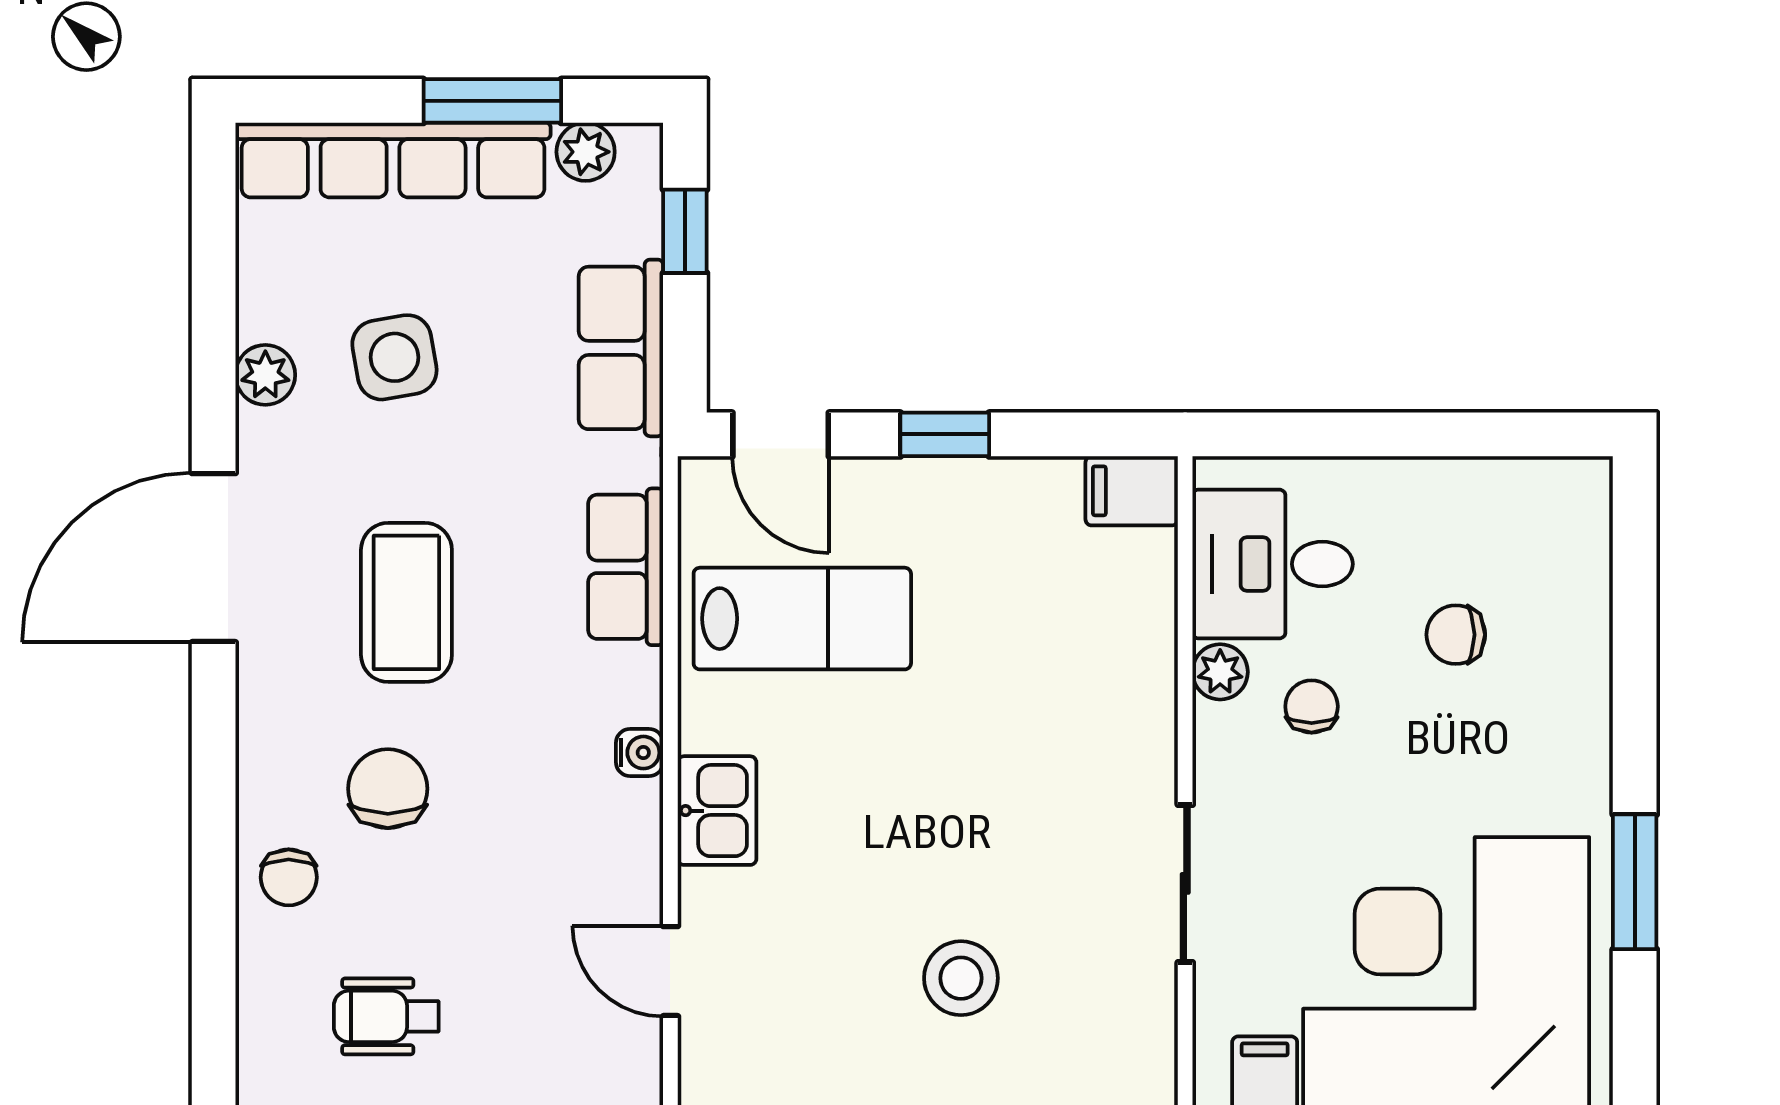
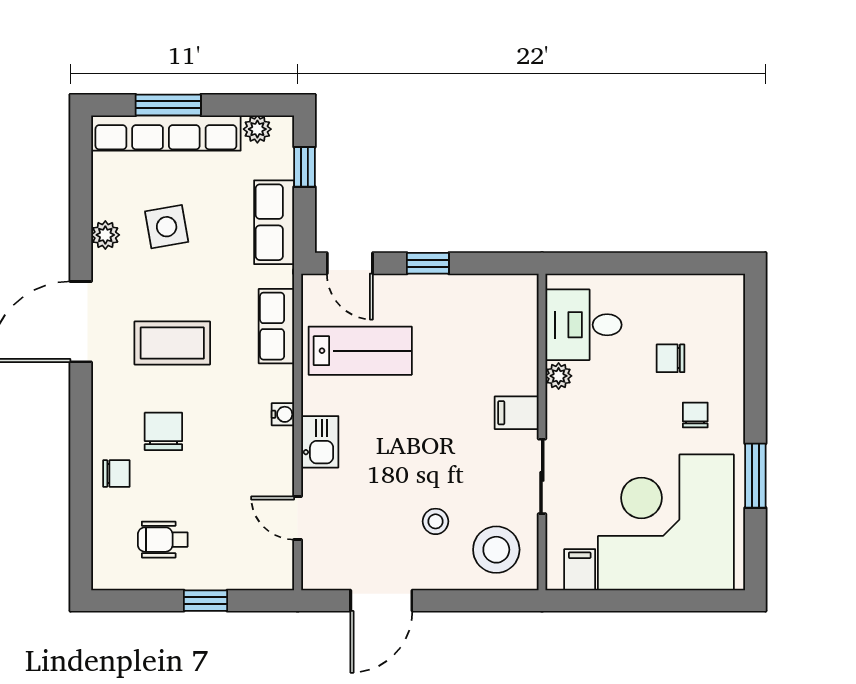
window: (492, 101) -> (168, 105), moved
filing cabinet: (1132, 491) -> (517, 413), moved
coffee table: (406, 602) -> (172, 343), turned 90
chair: (1312, 706) -> (695, 415), moved
chair: (289, 877) -> (116, 474), turned -90
stool: (961, 978) -> (436, 521), width x0.73, depth x0.73
stool: (1089, 1038) -> (496, 550), added

